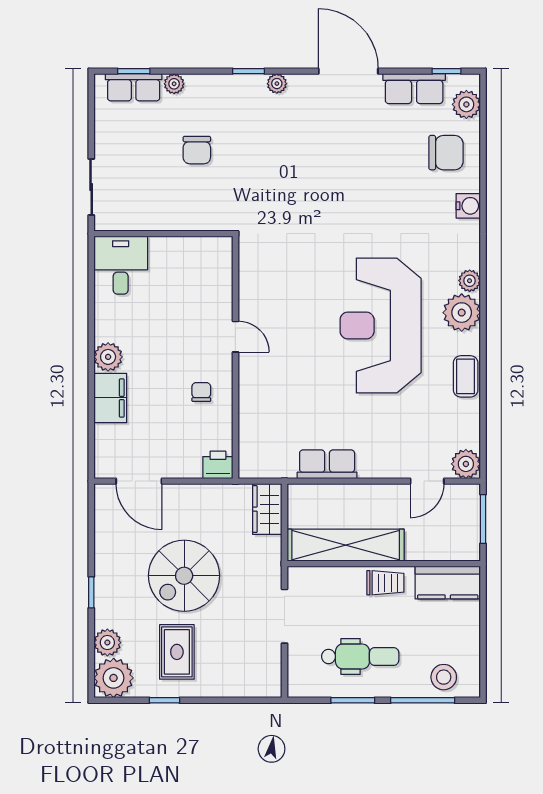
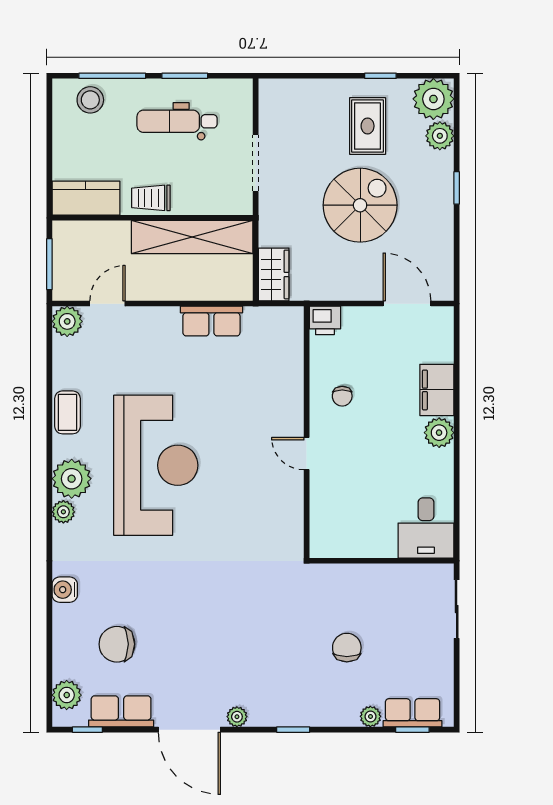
plant: (277, 84) -> (237, 717), moved
chair: (446, 153) -> (117, 644), moved

